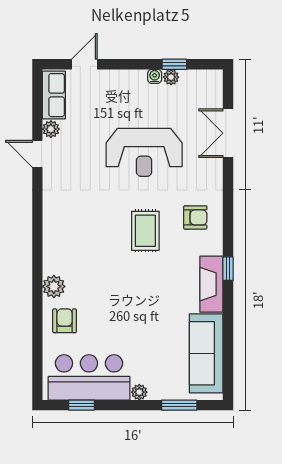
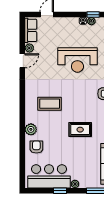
door: (37, 154) -> (22, 61), swing flipped
rug: (145, 231) -> (80, 130), moved, turned 90
coffee table: (90, 237) -> (50, 104), added
window: (81, 405) -> (60, 191), moved

